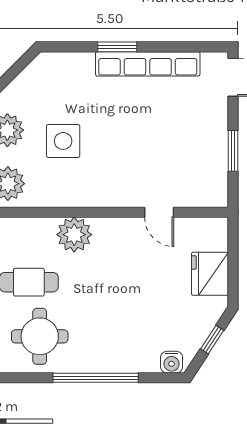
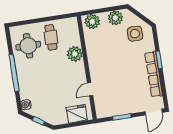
side table: (63, 141) -> (135, 34), moved
fridge: (210, 274) -> (77, 114), moved

